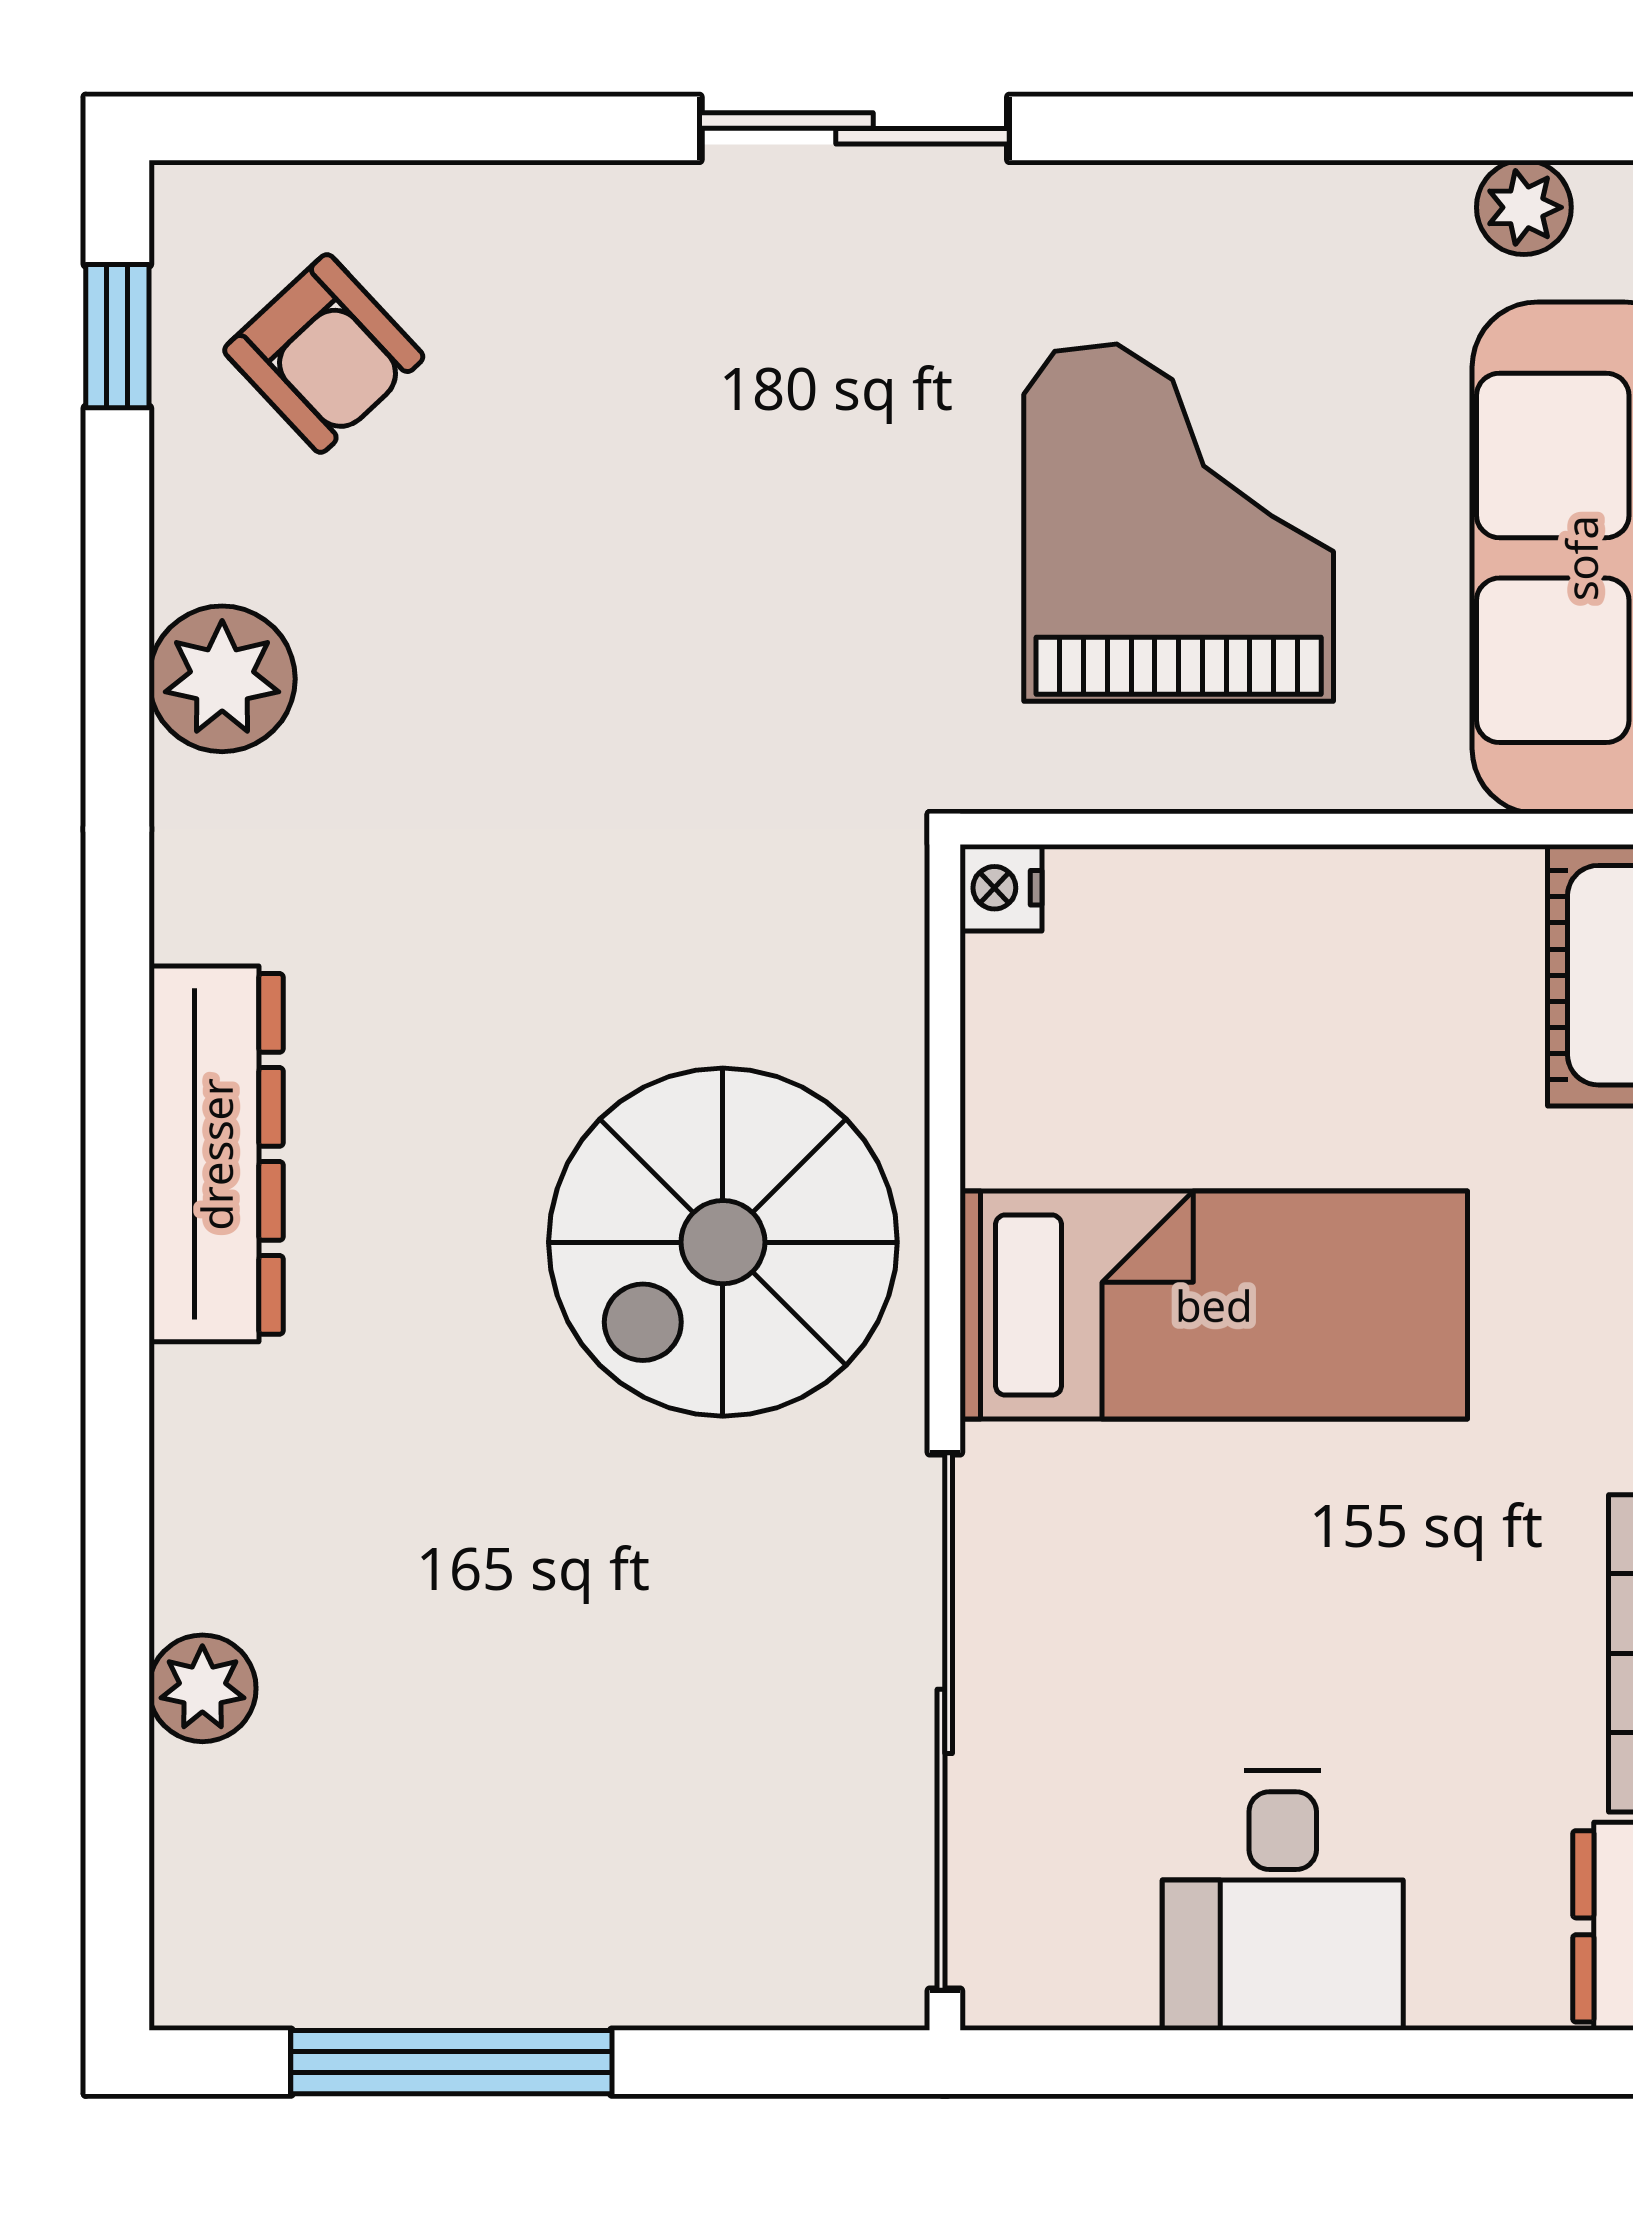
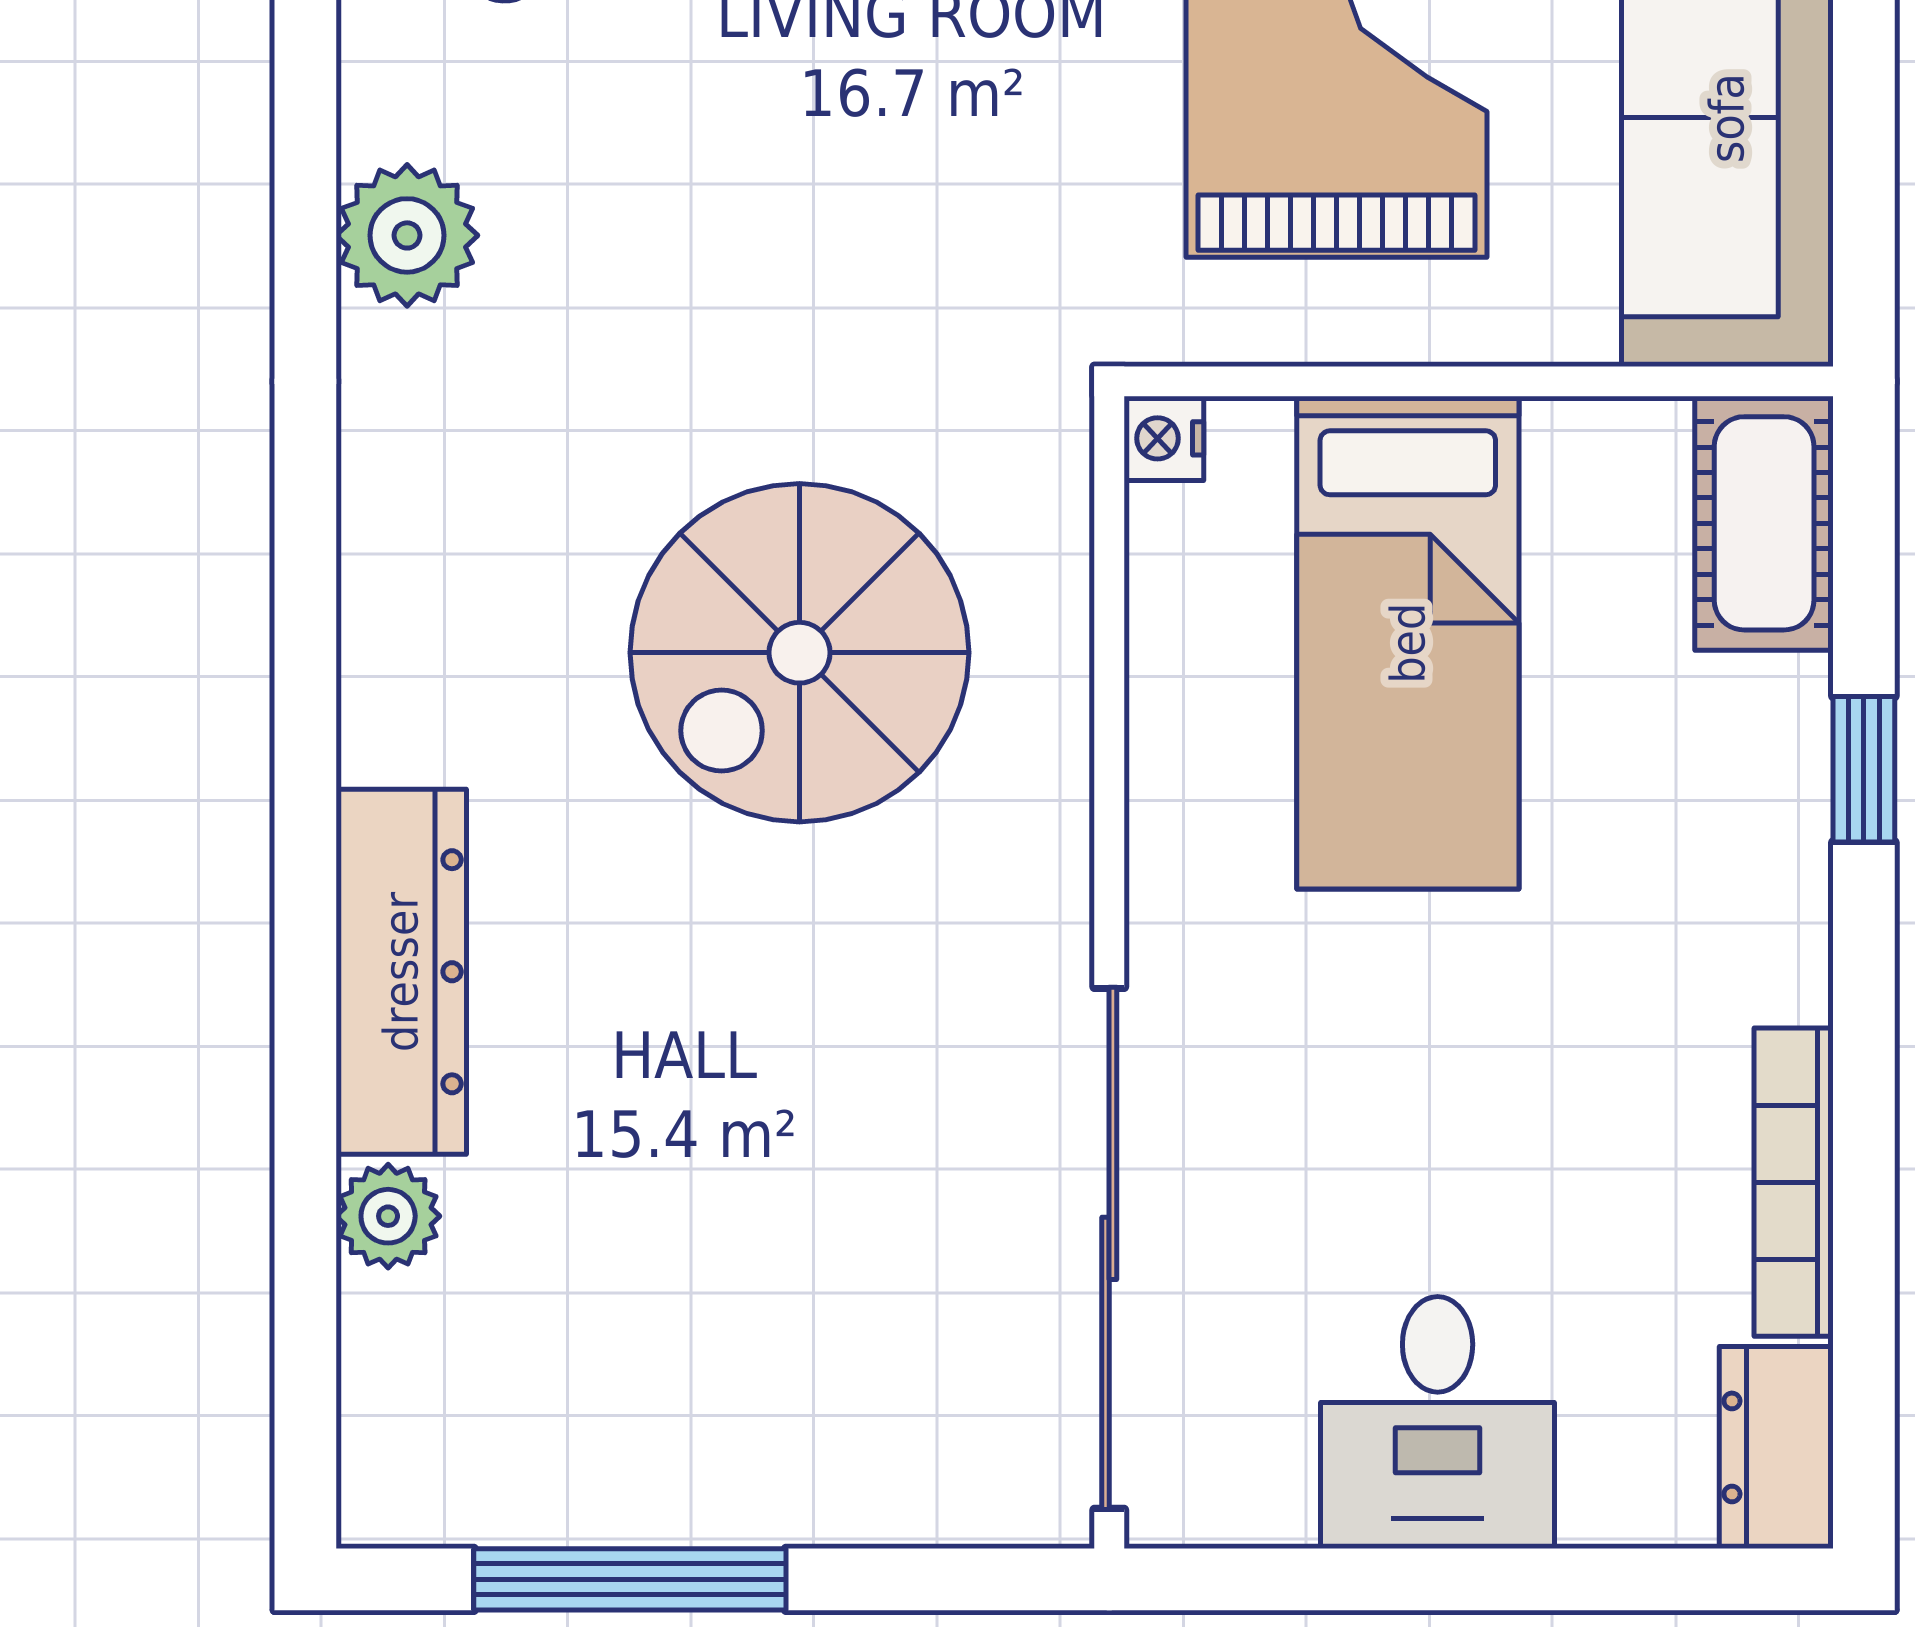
dresser: (216, 1154) -> (401, 972), moved
spiral stairs: (723, 1242) -> (799, 653), moved
bed: (1214, 1305) -> (1408, 643), moved, turned 90

